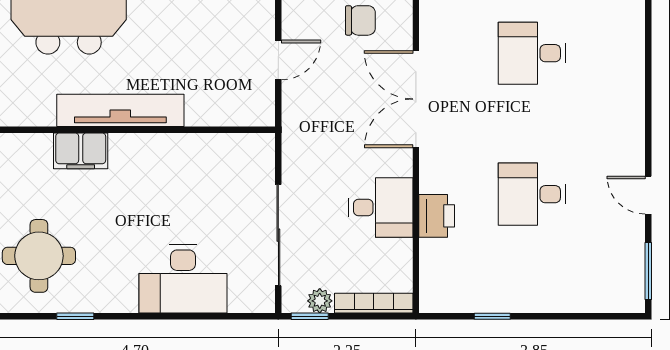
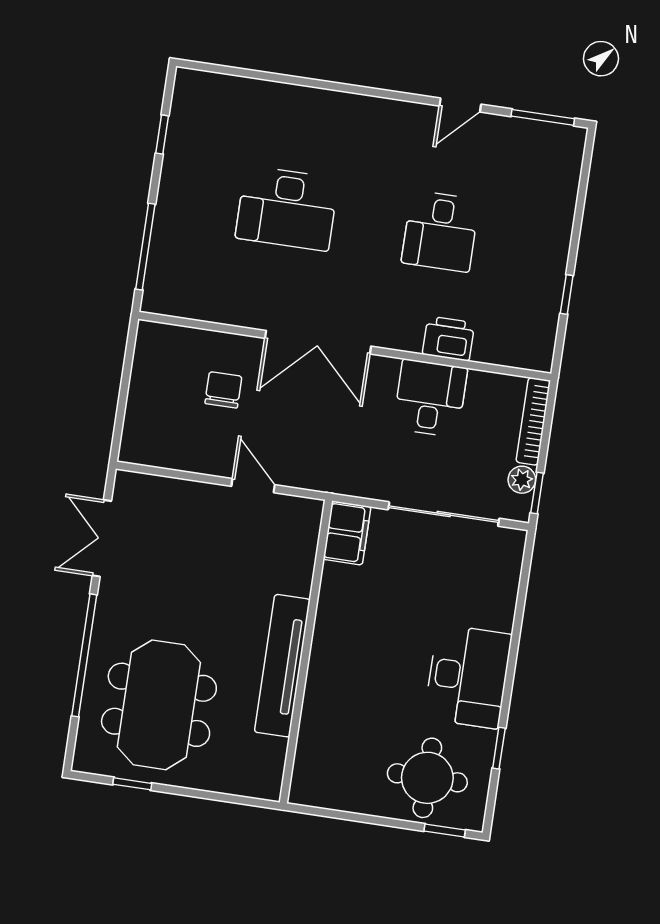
desk: (532, 53) -> (287, 208), width x1.37
filing cabinet: (81, 151) -> (347, 533), moved
desk: (183, 279) -> (468, 676), moved

